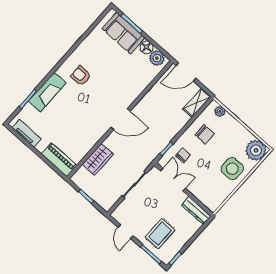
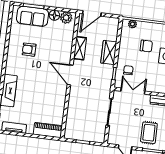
armchair: (81, 76) -> (29, 50), moved
shelving: (197, 103) -> (80, 48), moved
door: (120, 119) -> (70, 75), swing flipped
chair: (205, 134) -> (146, 46), moved
wardrobe: (98, 159) -> (109, 52), moved, turned 180

